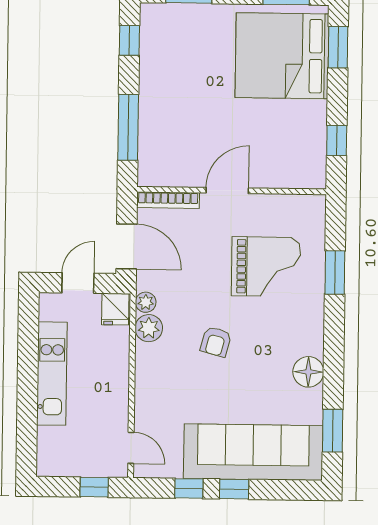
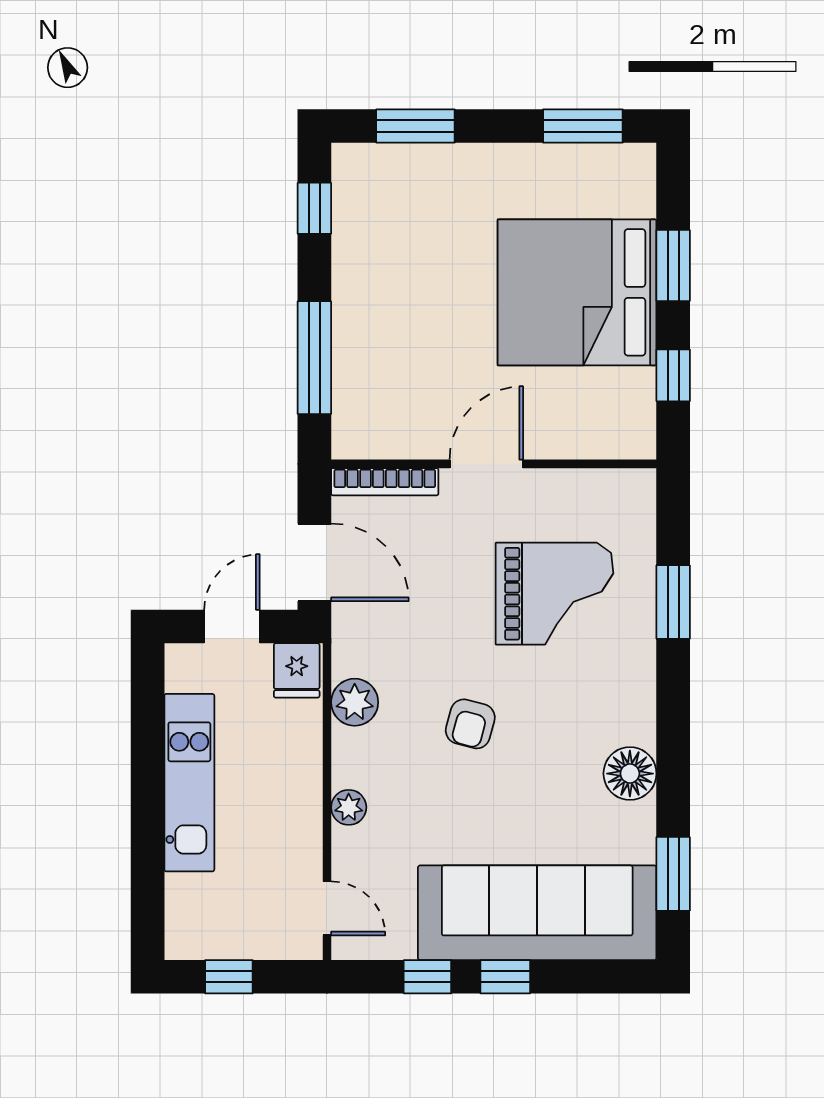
window: (338, 47) -> (673, 265), moved
bed: (282, 56) -> (577, 292), moved
plant: (146, 302) -> (349, 807), moved
window: (94, 487) -> (229, 977), moved

